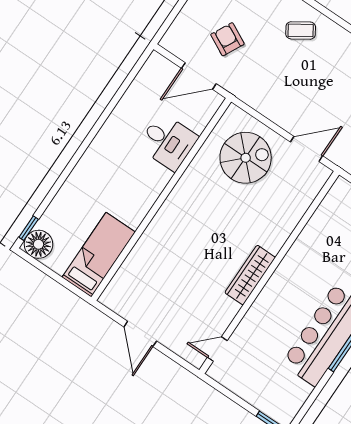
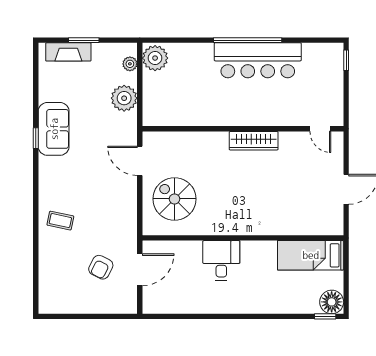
coffee table: (301, 30) -> (60, 221), turned -45
door: (199, 76) -> (140, 270), hinge flipped
desk: (168, 142) -> (221, 260), moved

